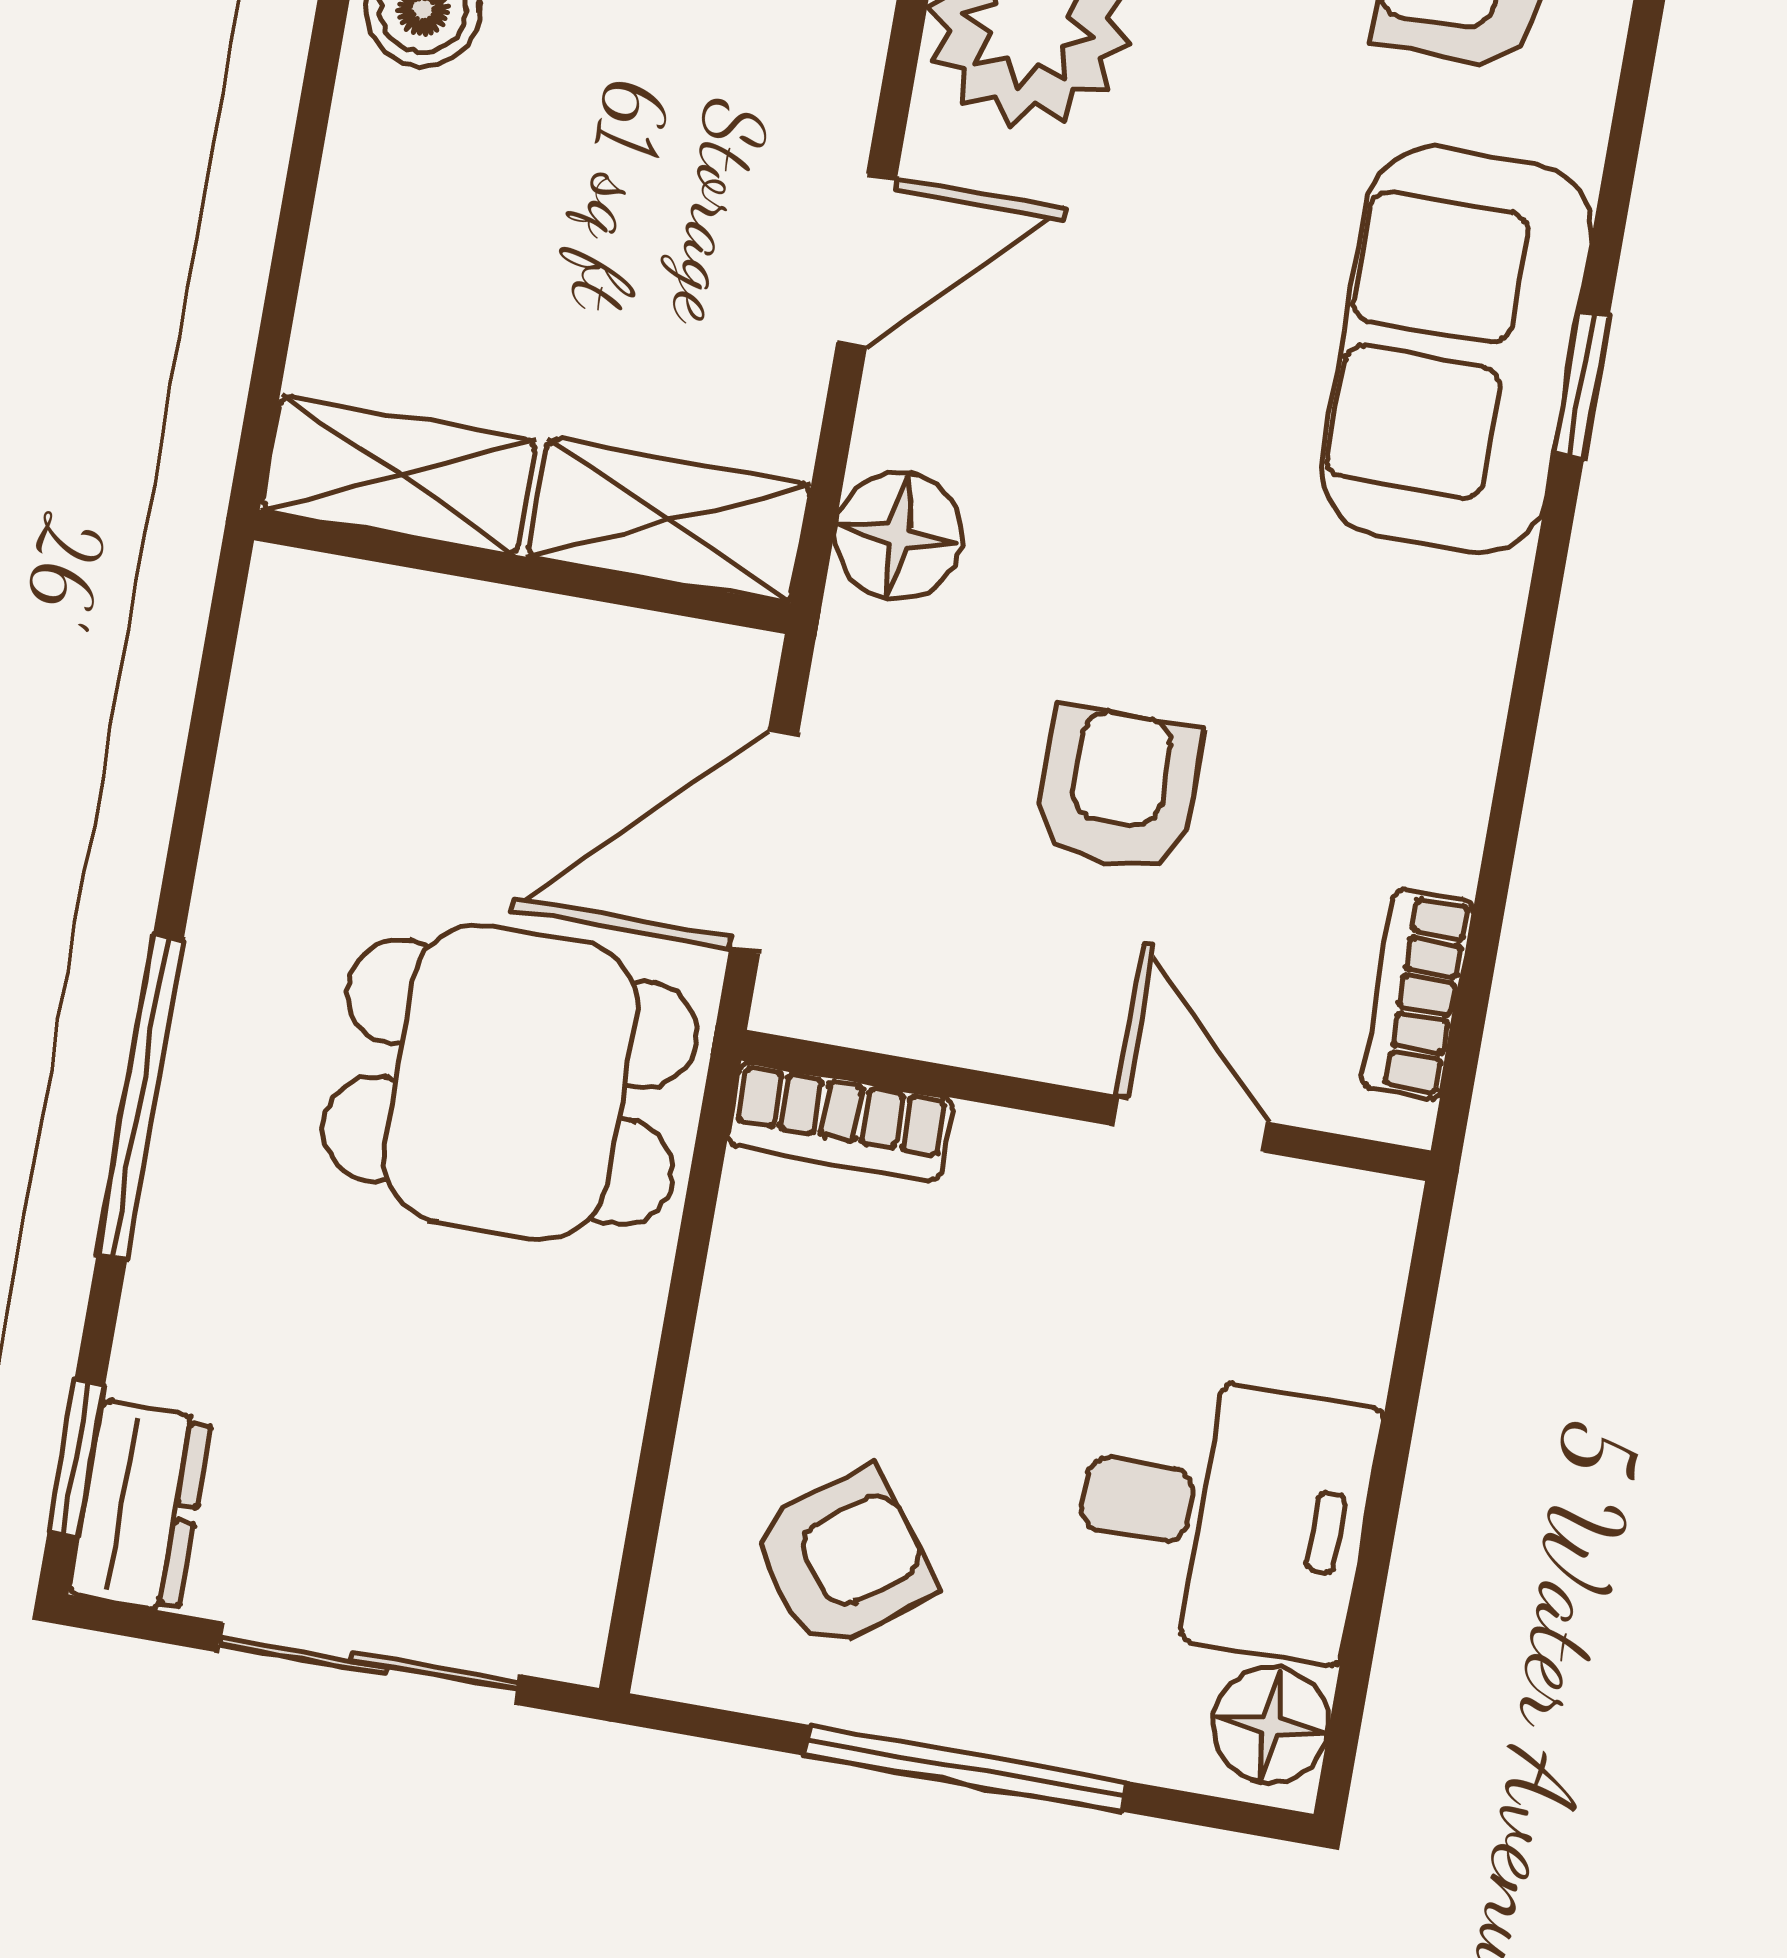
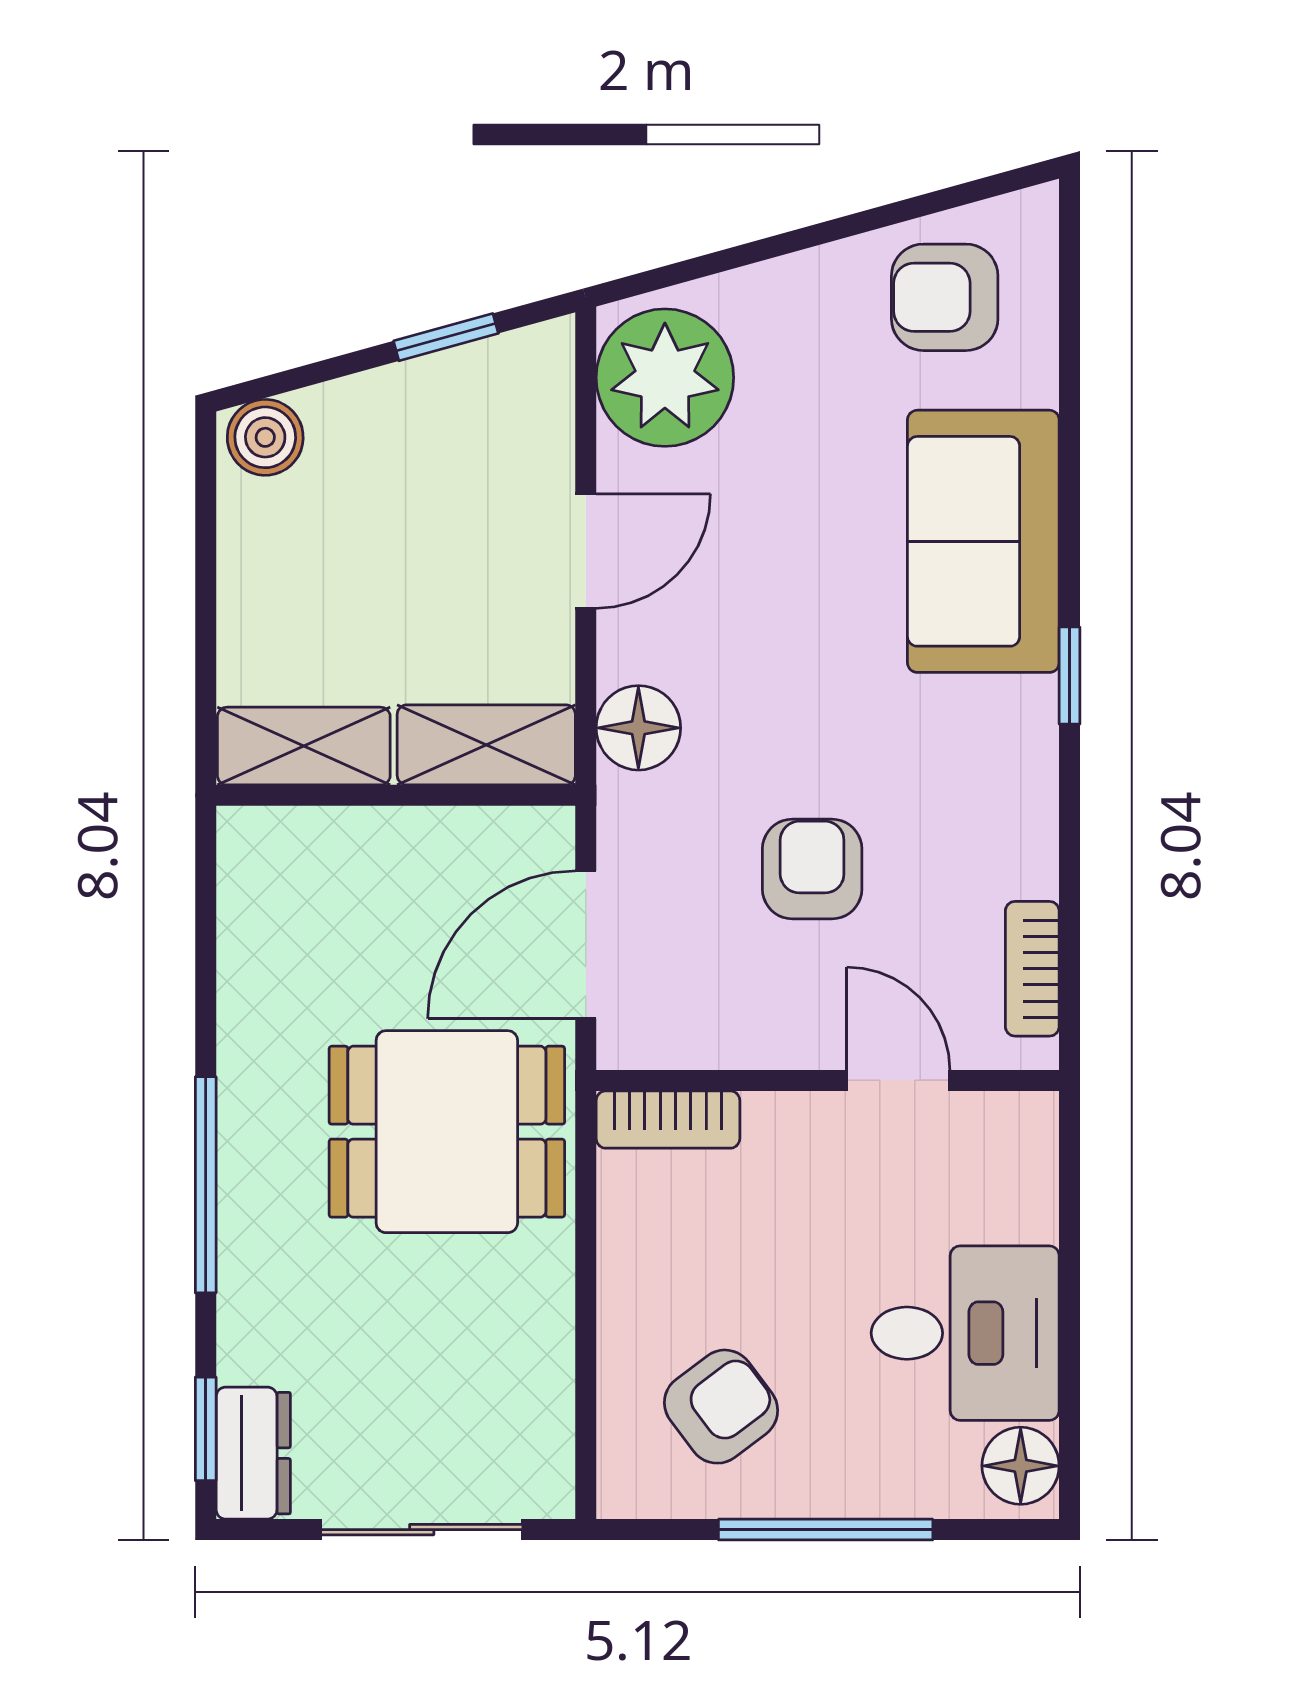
window: (1581, 385) -> (1070, 676), moved

